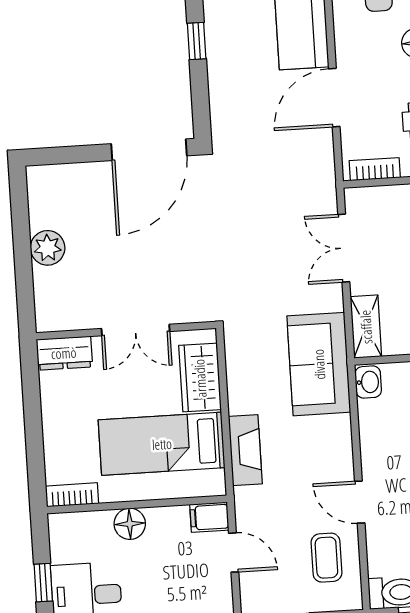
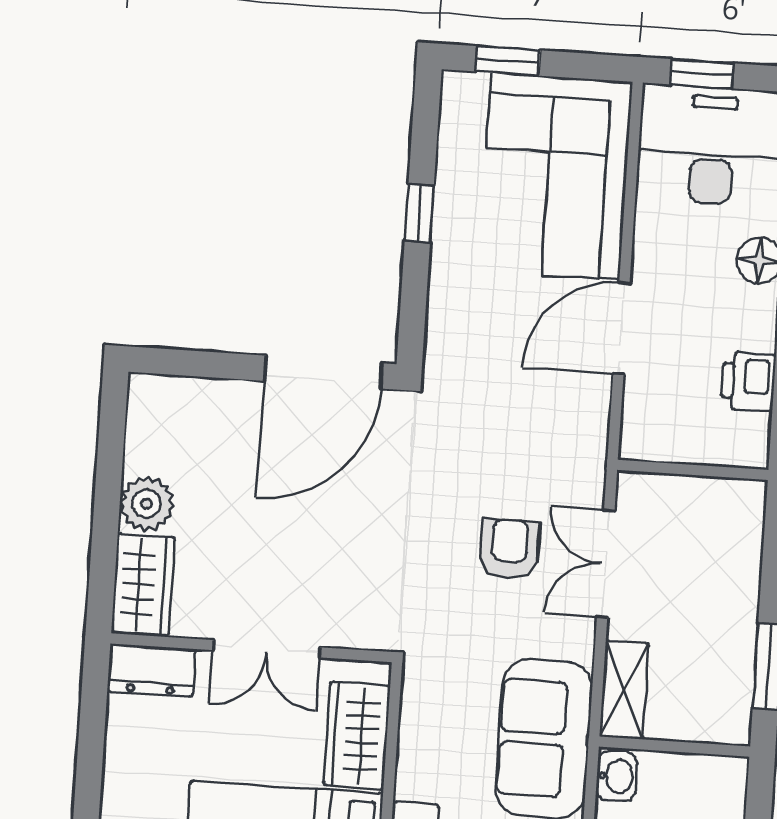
bookcase: (375, 169) -> (670, 448), removed
armchair: (282, 246) -> (510, 549), added
wardrobe: (52, 299) -> (143, 585), added

